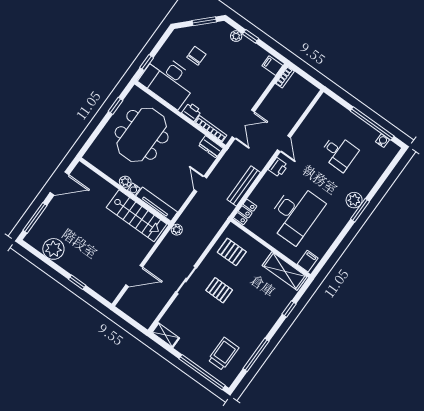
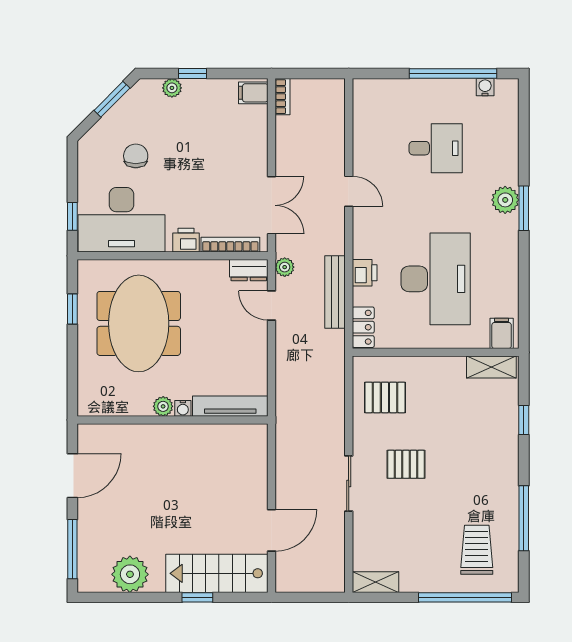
printer: (278, 167) -> (365, 273), moved
door: (200, 184) -> (271, 306), moved
stairs: (137, 216) -> (217, 573), moved, turned 180
plant: (177, 230) -> (285, 267), moved
shelving: (285, 271) -> (491, 367), width x0.67, depth x0.75

